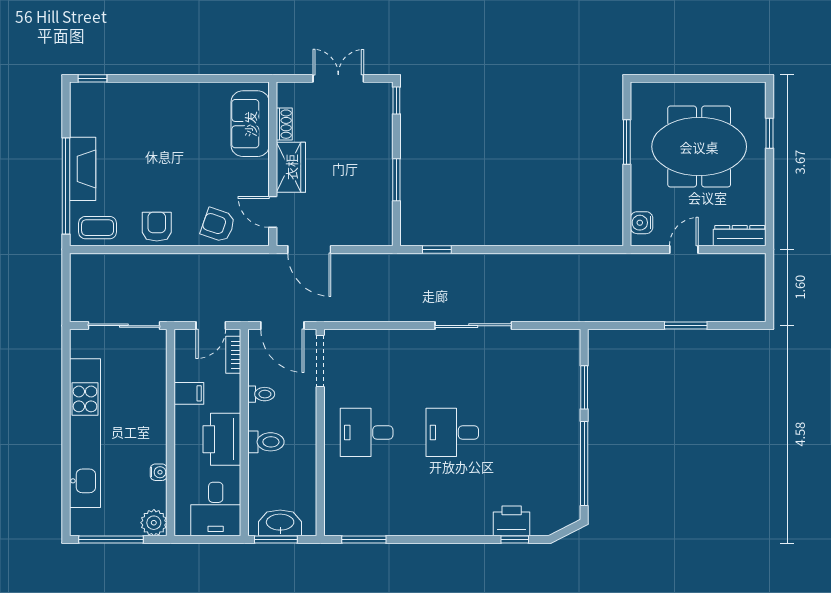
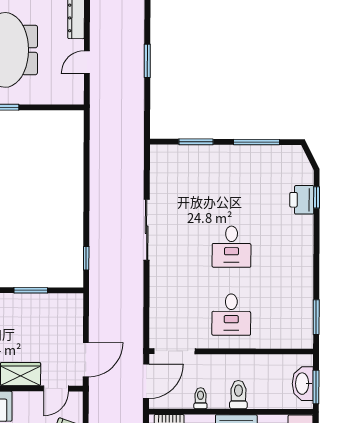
water cooler: (642, 223) -> (65, 96), removed
door: (684, 249) -> (87, 62), hinge flipped
window: (584, 464) -> (256, 142), width x0.68

